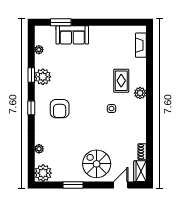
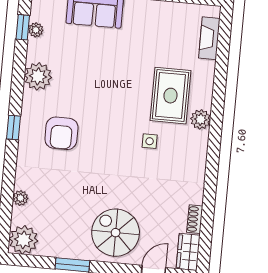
window: (31, 75) -> (23, 27), moved
rug: (121, 81) -> (170, 96), width x1.36, depth x1.43

